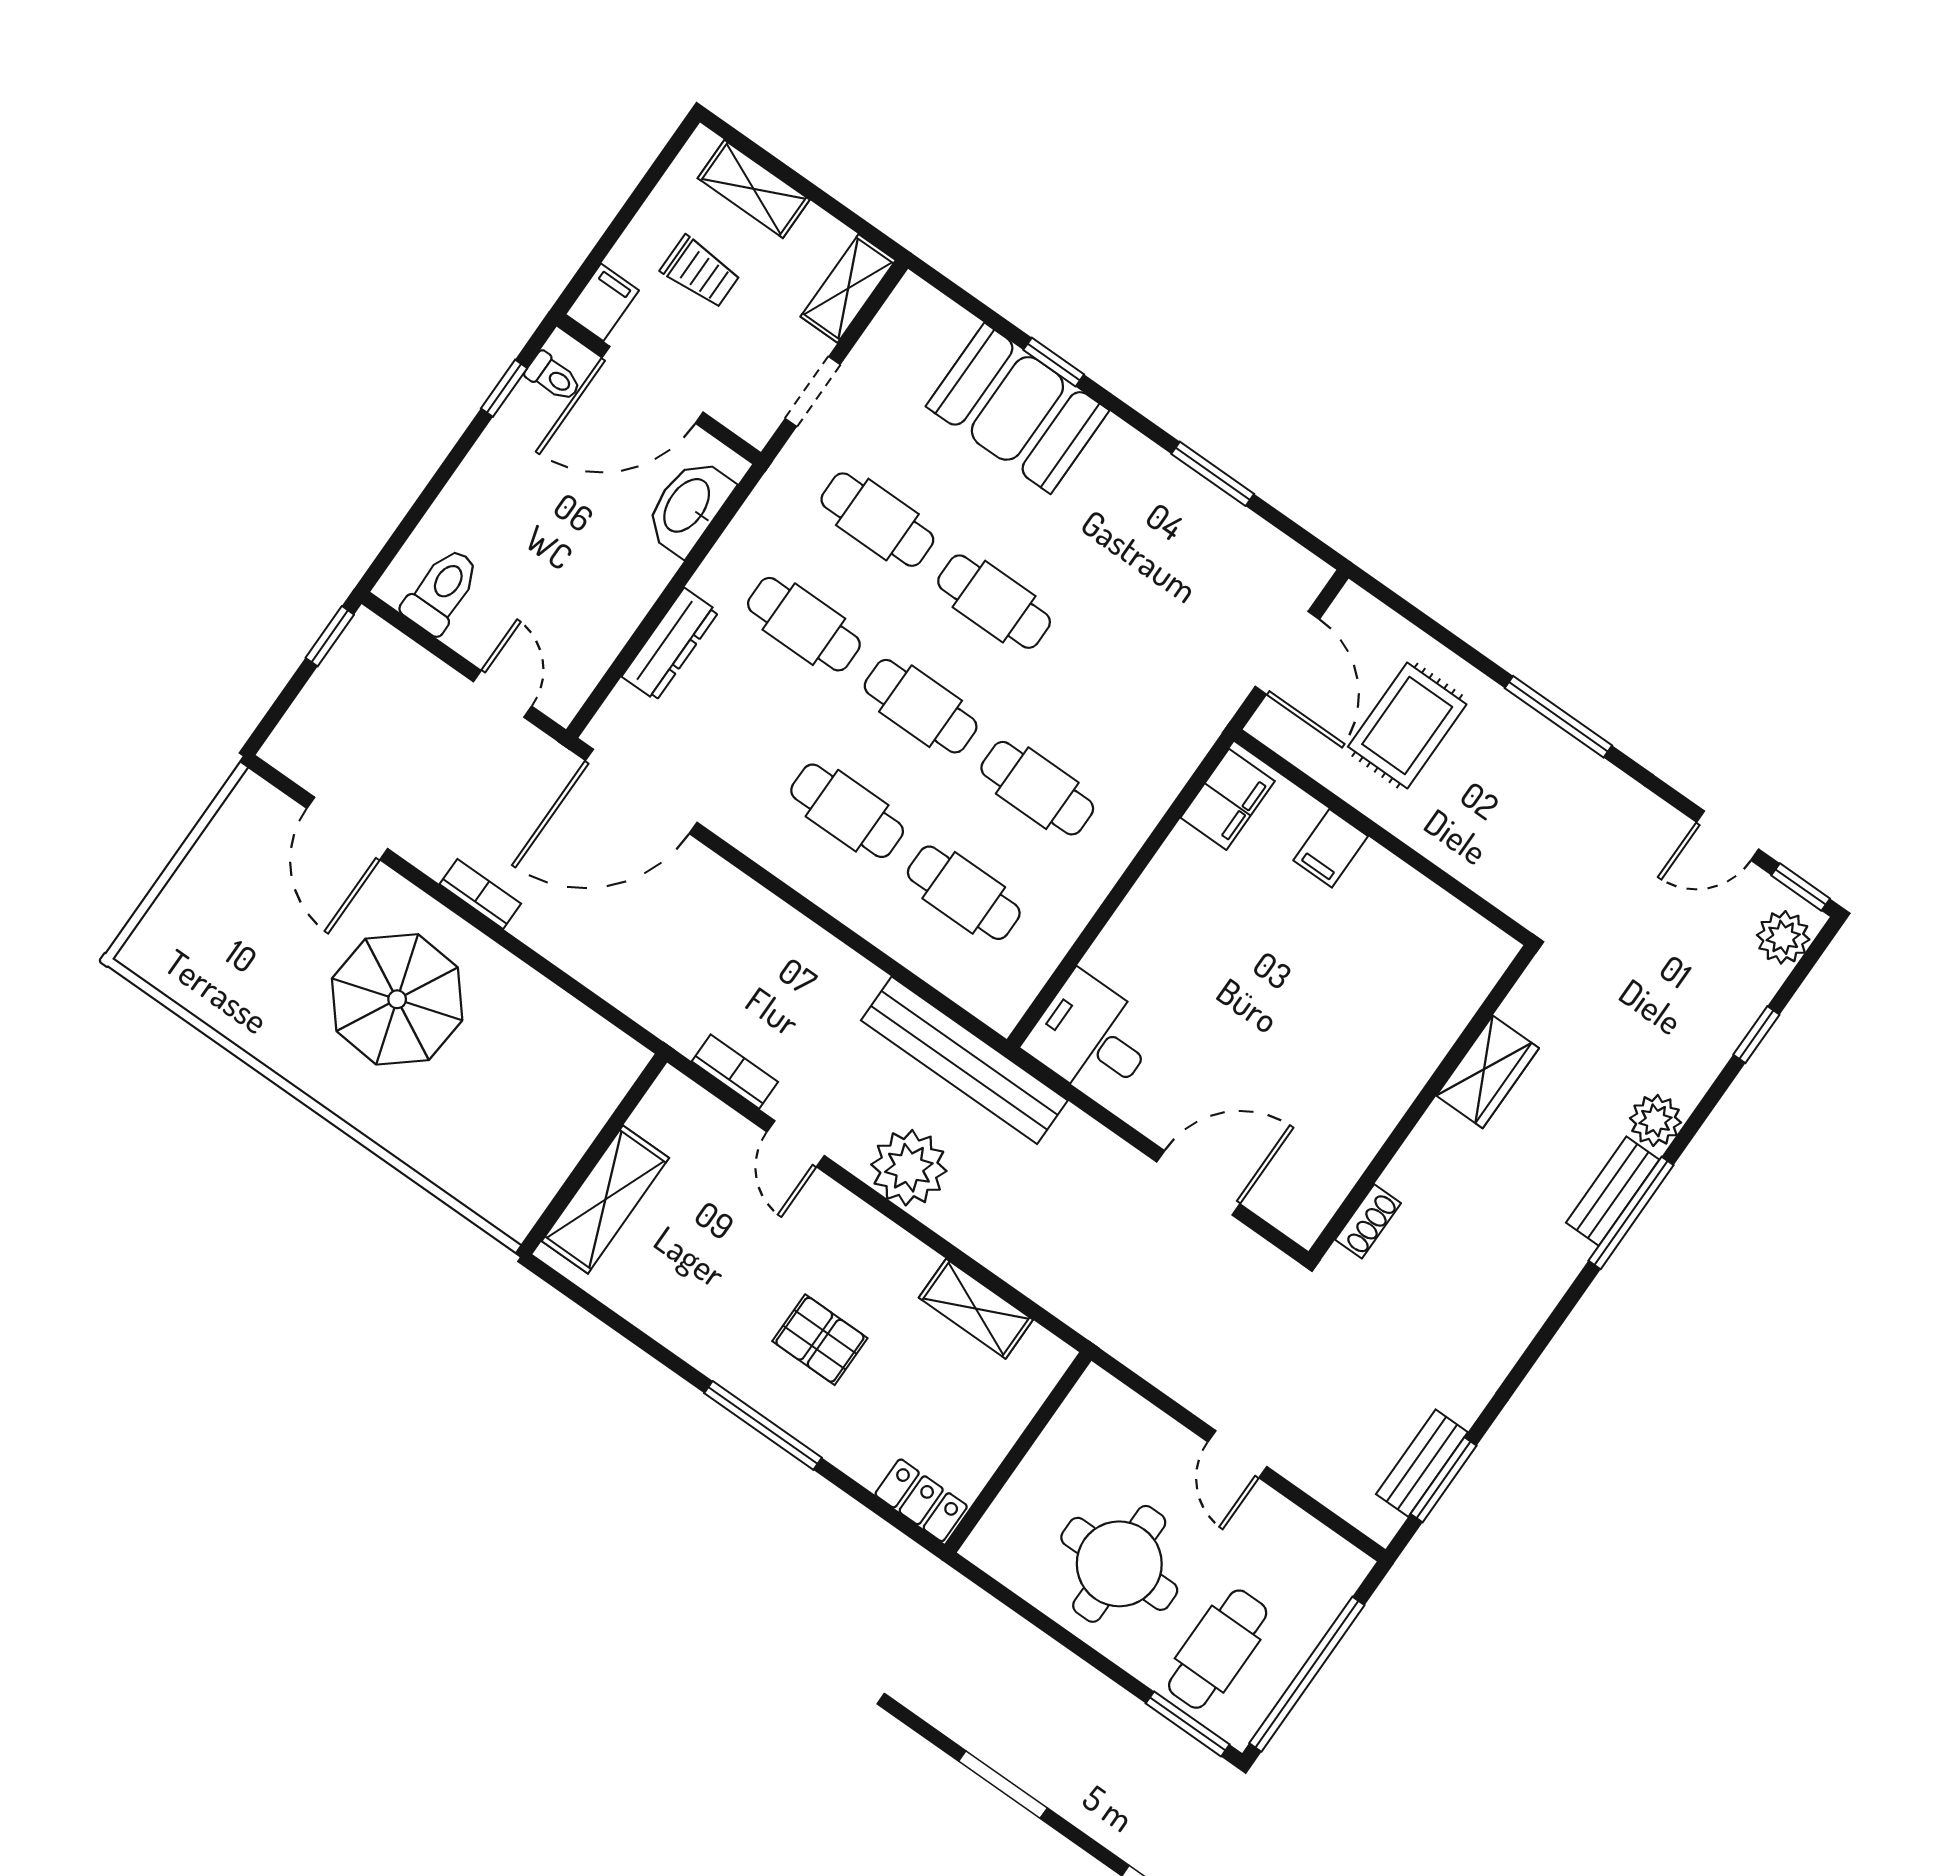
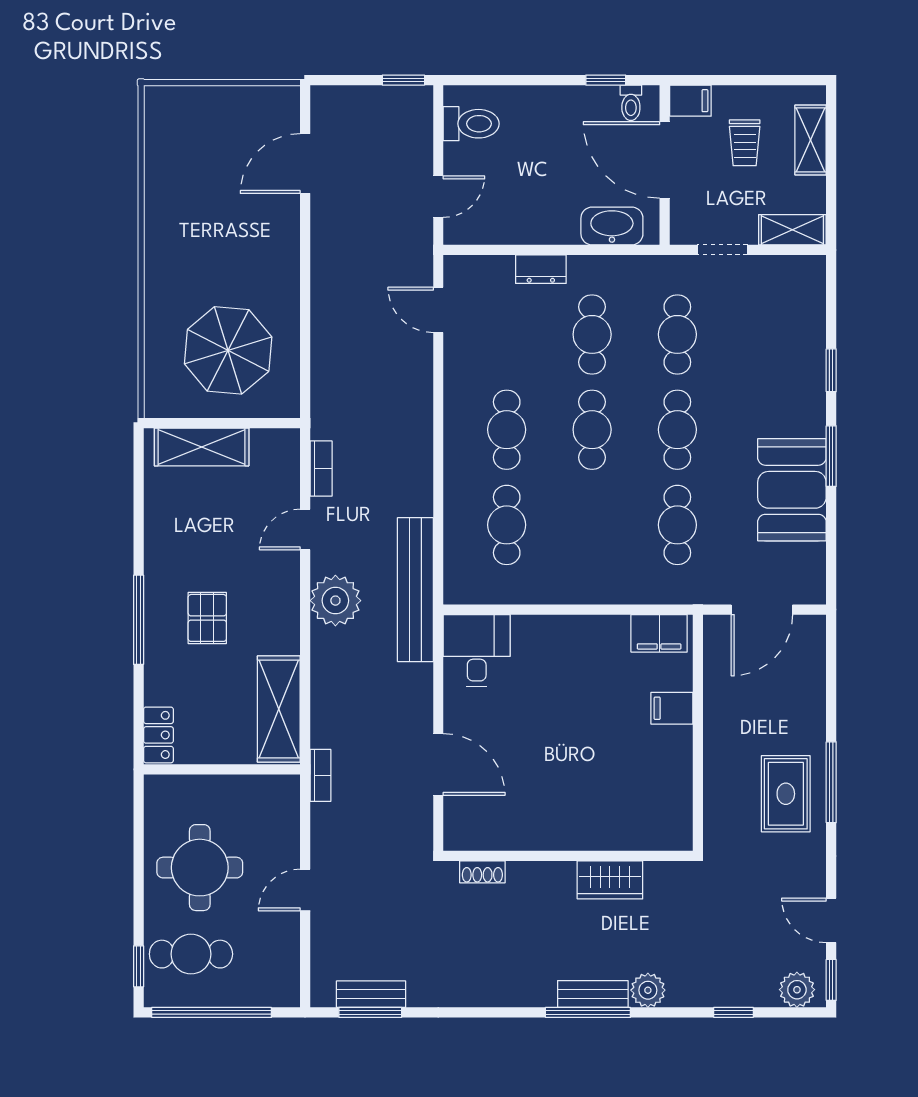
booth: (1017, 408) -> (792, 490), moved
window: (1213, 474) -> (831, 456), moved
dresser: (670, 644) -> (541, 269), width x0.70
rug: (1407, 726) -> (786, 794), moved, turned 90
cafe table: (1037, 788) -> (677, 525), moved
door: (641, 791) -> (438, 310), width x0.53
bookcase: (480, 894) -> (320, 775), moved
parasol: (397, 999) -> (228, 350), moved
shelving: (976, 1309) -> (279, 709), width x1.50, depth x1.33
window: (1188, 1724) -> (139, 966), width x0.67

